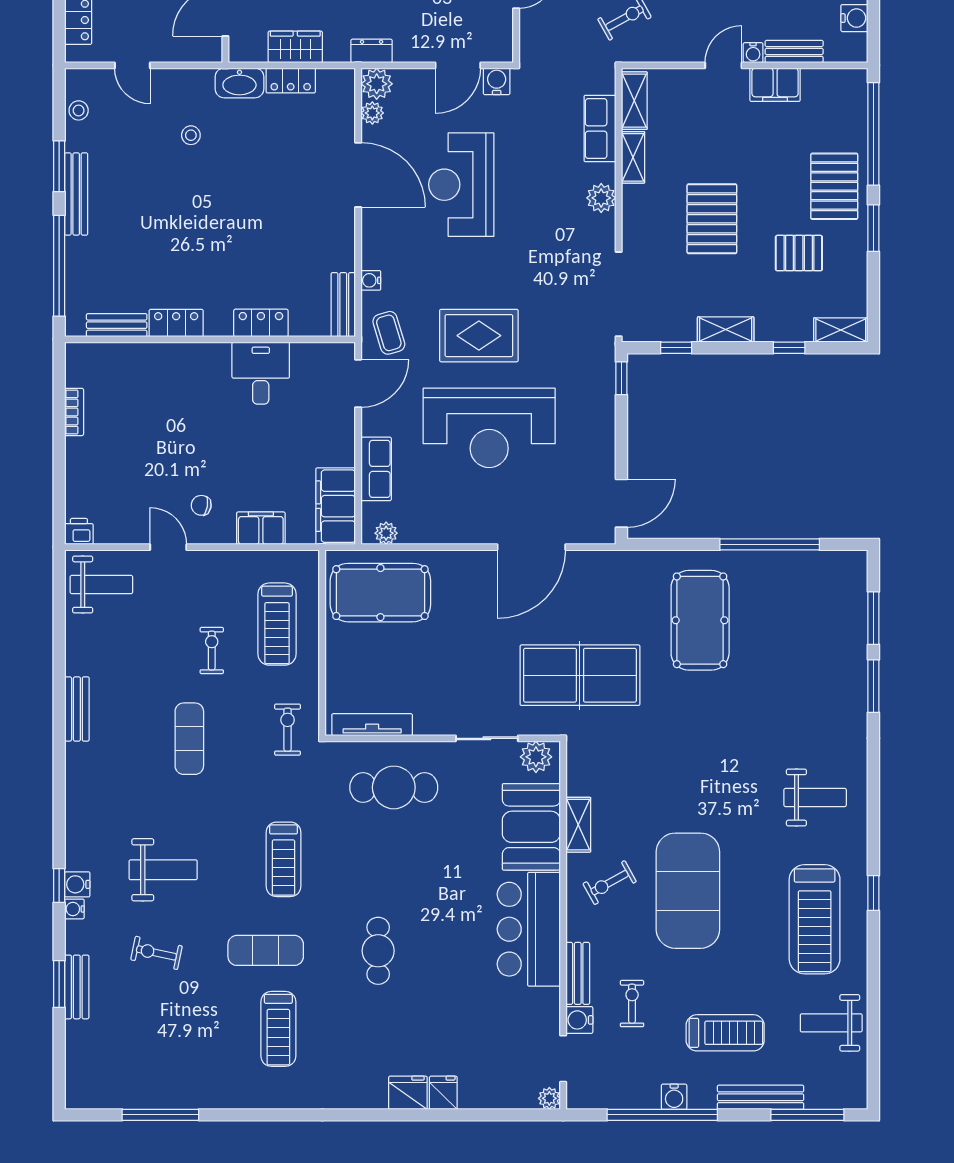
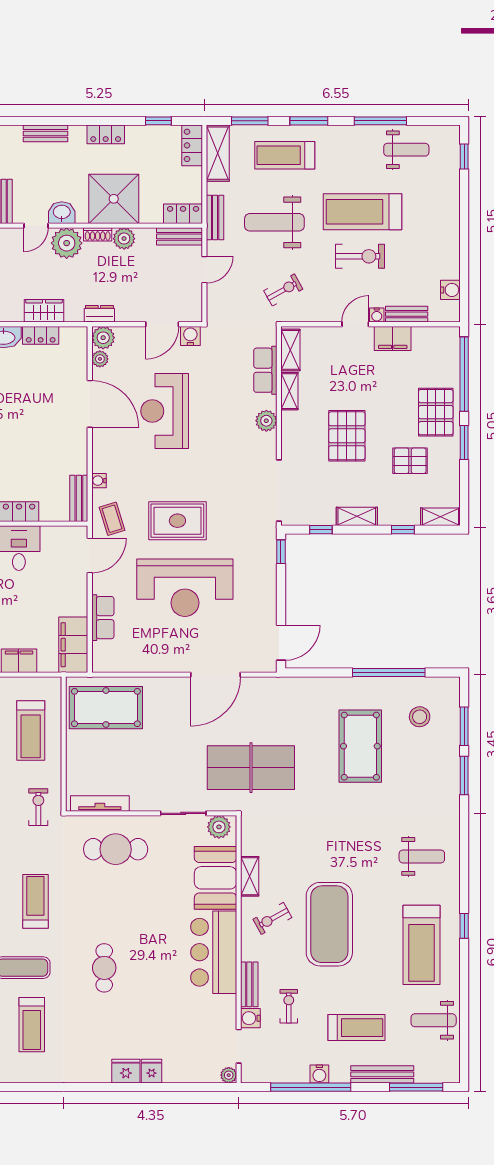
plant: (386, 533) -> (110, 664), removed
stool: (812, 605) -> (420, 717), added
pool table: (700, 620) -> (360, 746), moved
treadmill: (283, 859) -> (35, 901), turned 180

